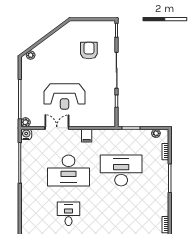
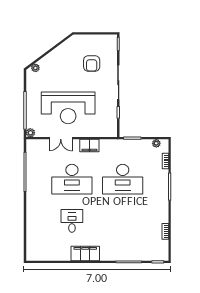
armchair: (89, 51) -> (92, 63), turned 180
reception desk: (65, 96) -> (68, 108), width x1.36, depth x1.30
double door: (57, 128) -> (61, 138), swing flipped
water cooler: (26, 134) -> (31, 144), removed
filing cabinet: (87, 136) -> (89, 146), width x2.00
desk: (121, 170) -> (123, 179), turned 180

